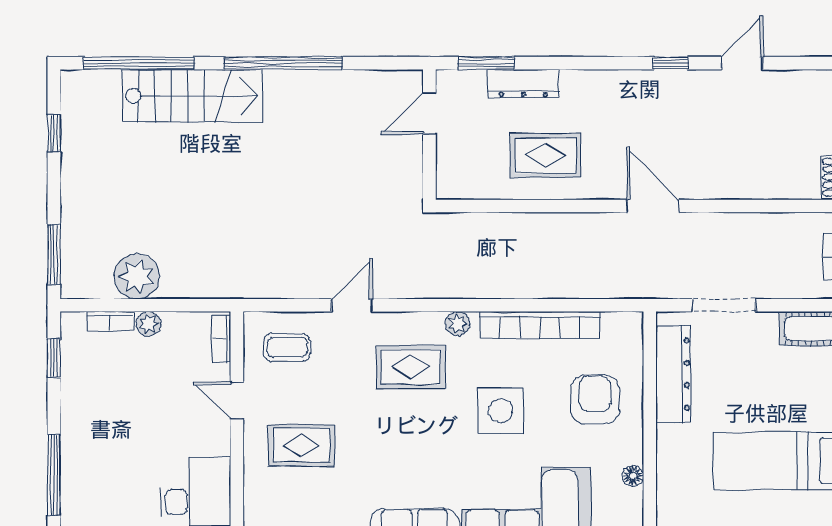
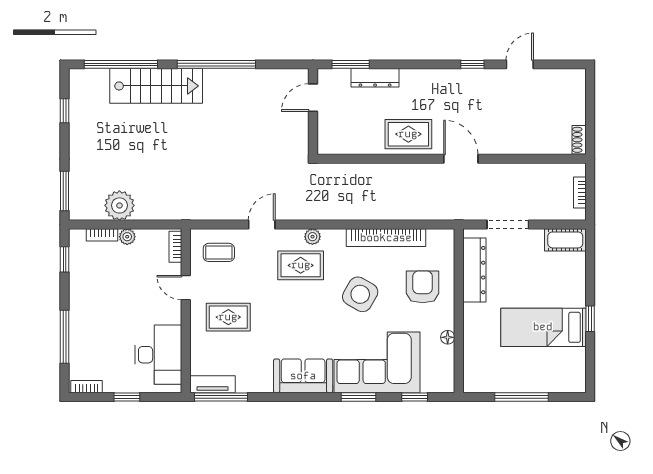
rug: (546, 155) -> (408, 134), moved
plant: (458, 324) -> (312, 237), moved
side table: (501, 411) -> (360, 294), turned 30

